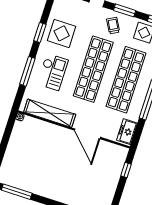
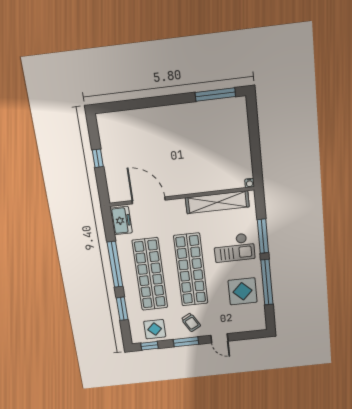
window: (40, 32) -> (267, 282), width x2.11
checkout: (53, 72) -> (234, 248), turned -90
door: (87, 134) -> (149, 200), moved
window: (126, 170) -> (98, 158), moved

